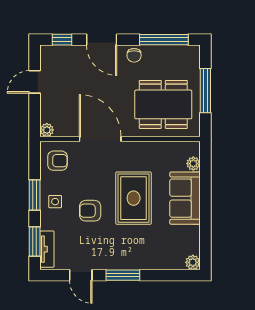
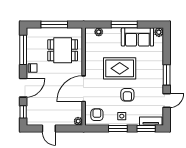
dining table: (163, 104) -> (63, 50), width x0.73
sofa: (185, 198) -> (137, 37), moved
window: (205, 205) -> (124, 25), added

